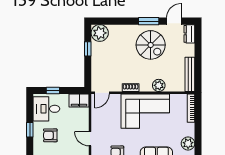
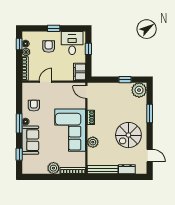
window: (149, 21) -> (150, 113), moved
dresser: (189, 34) -> (127, 169), moved
plant: (188, 143) -> (53, 168), moved

